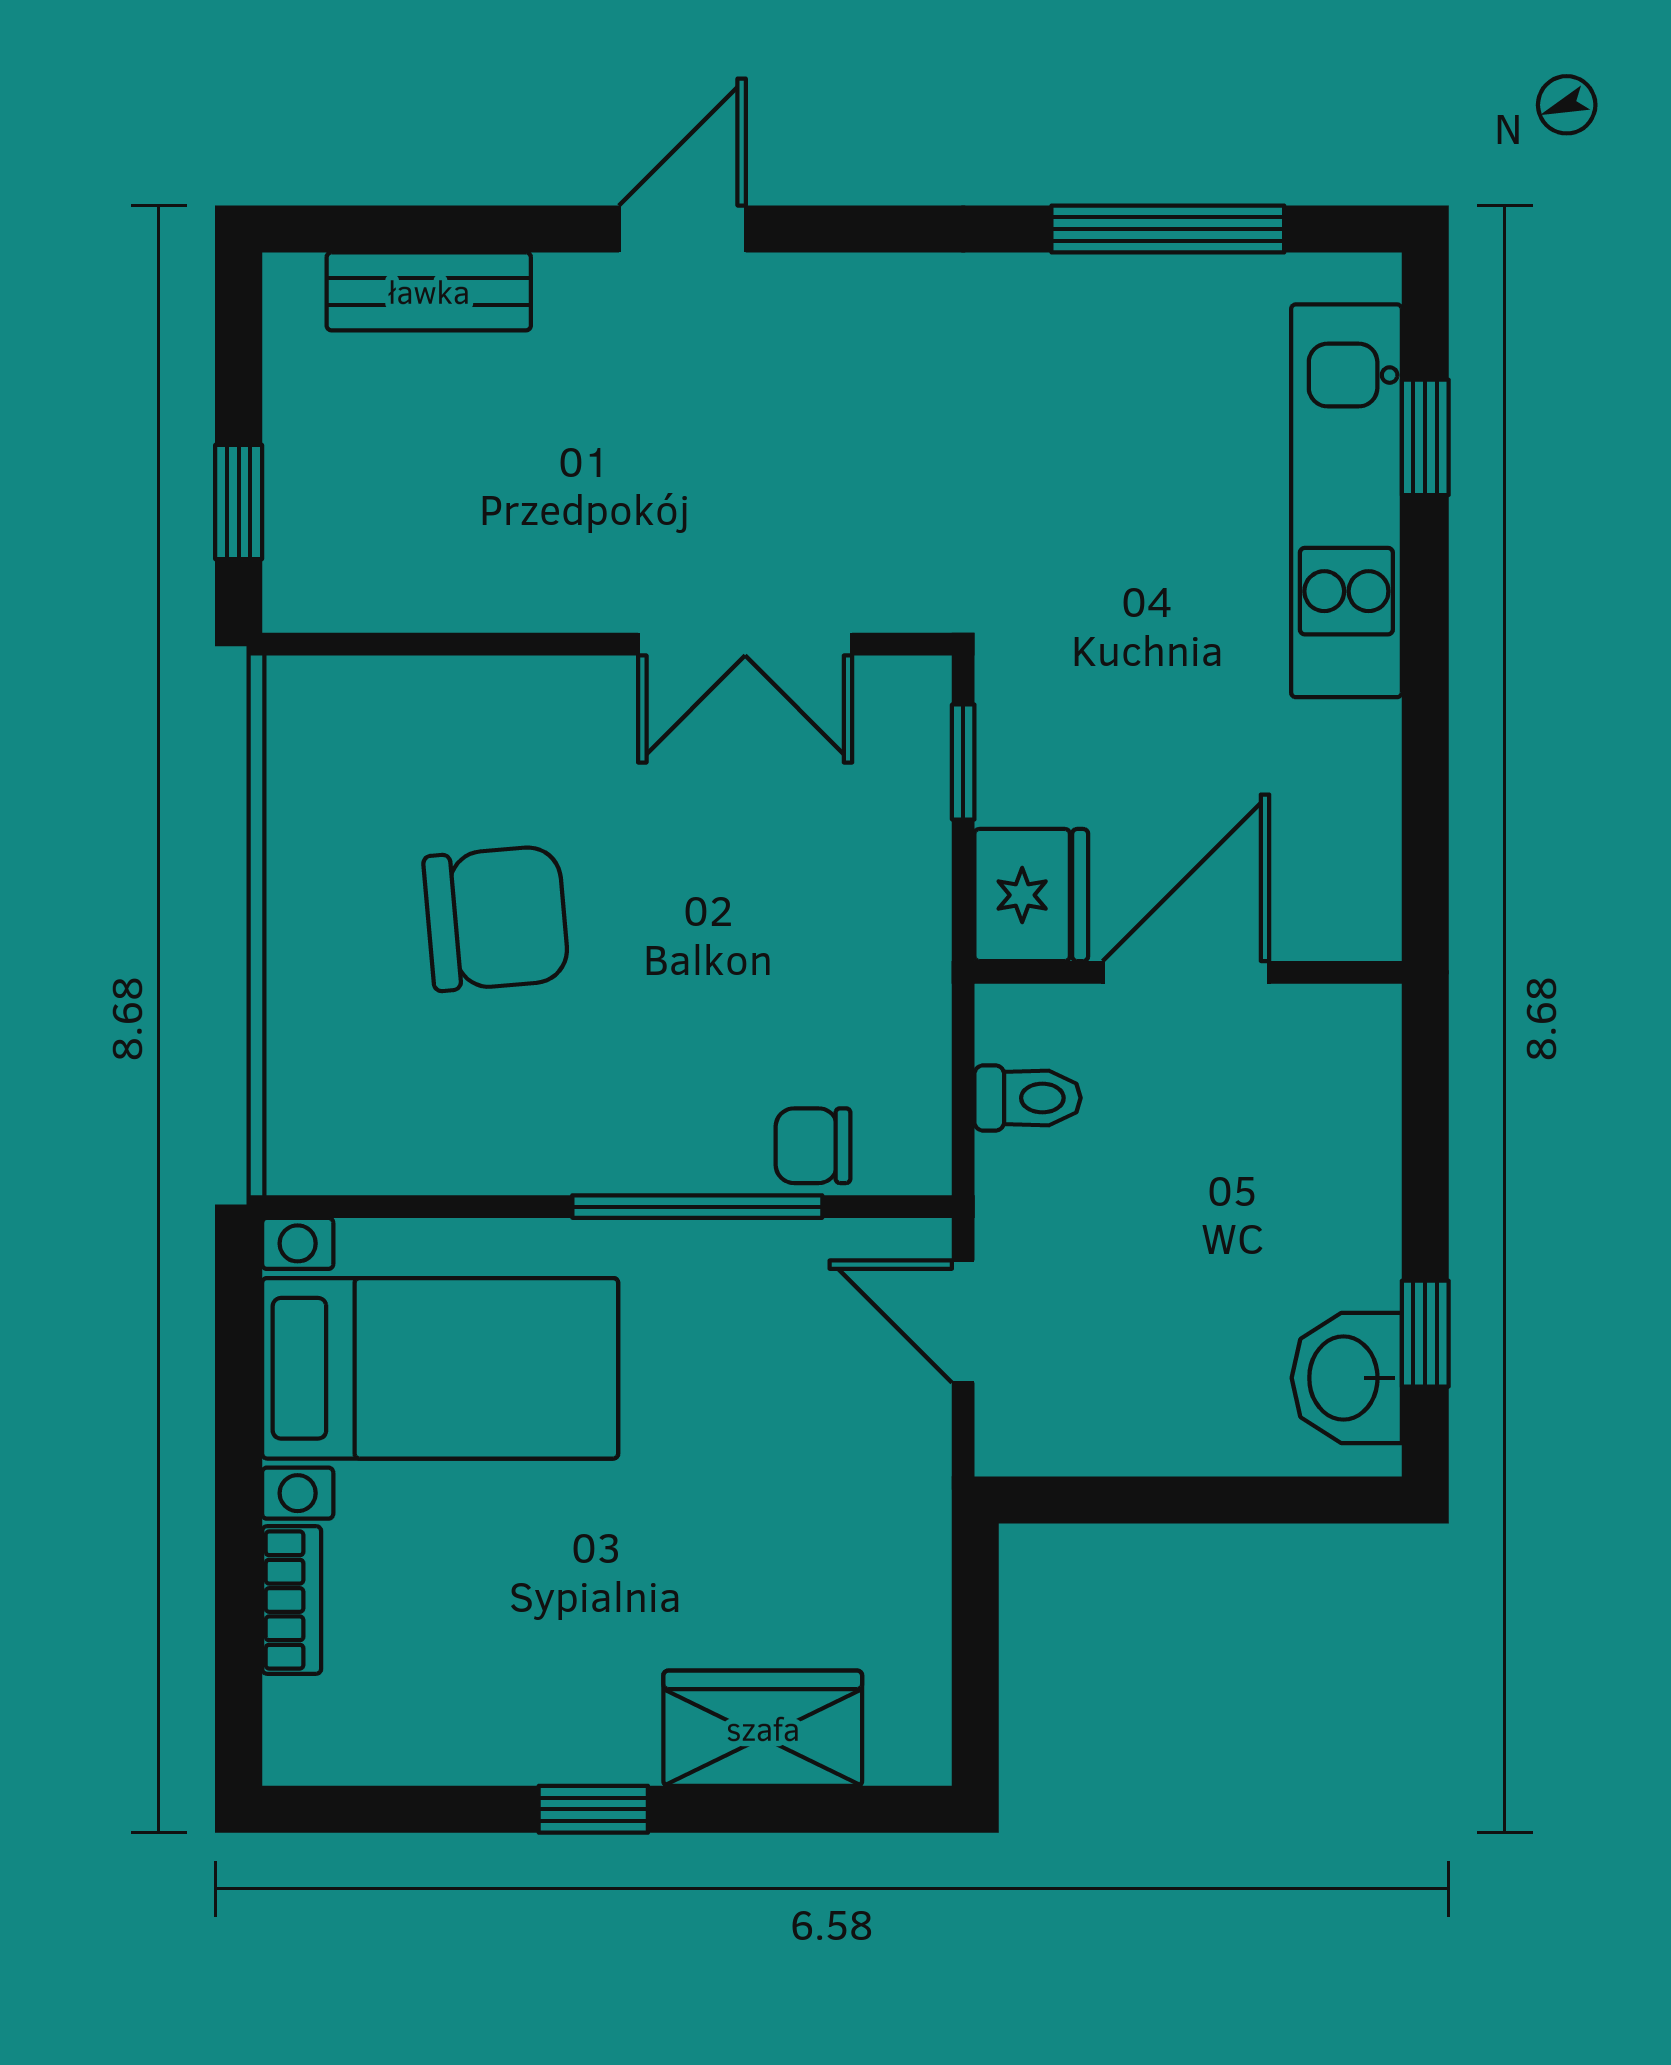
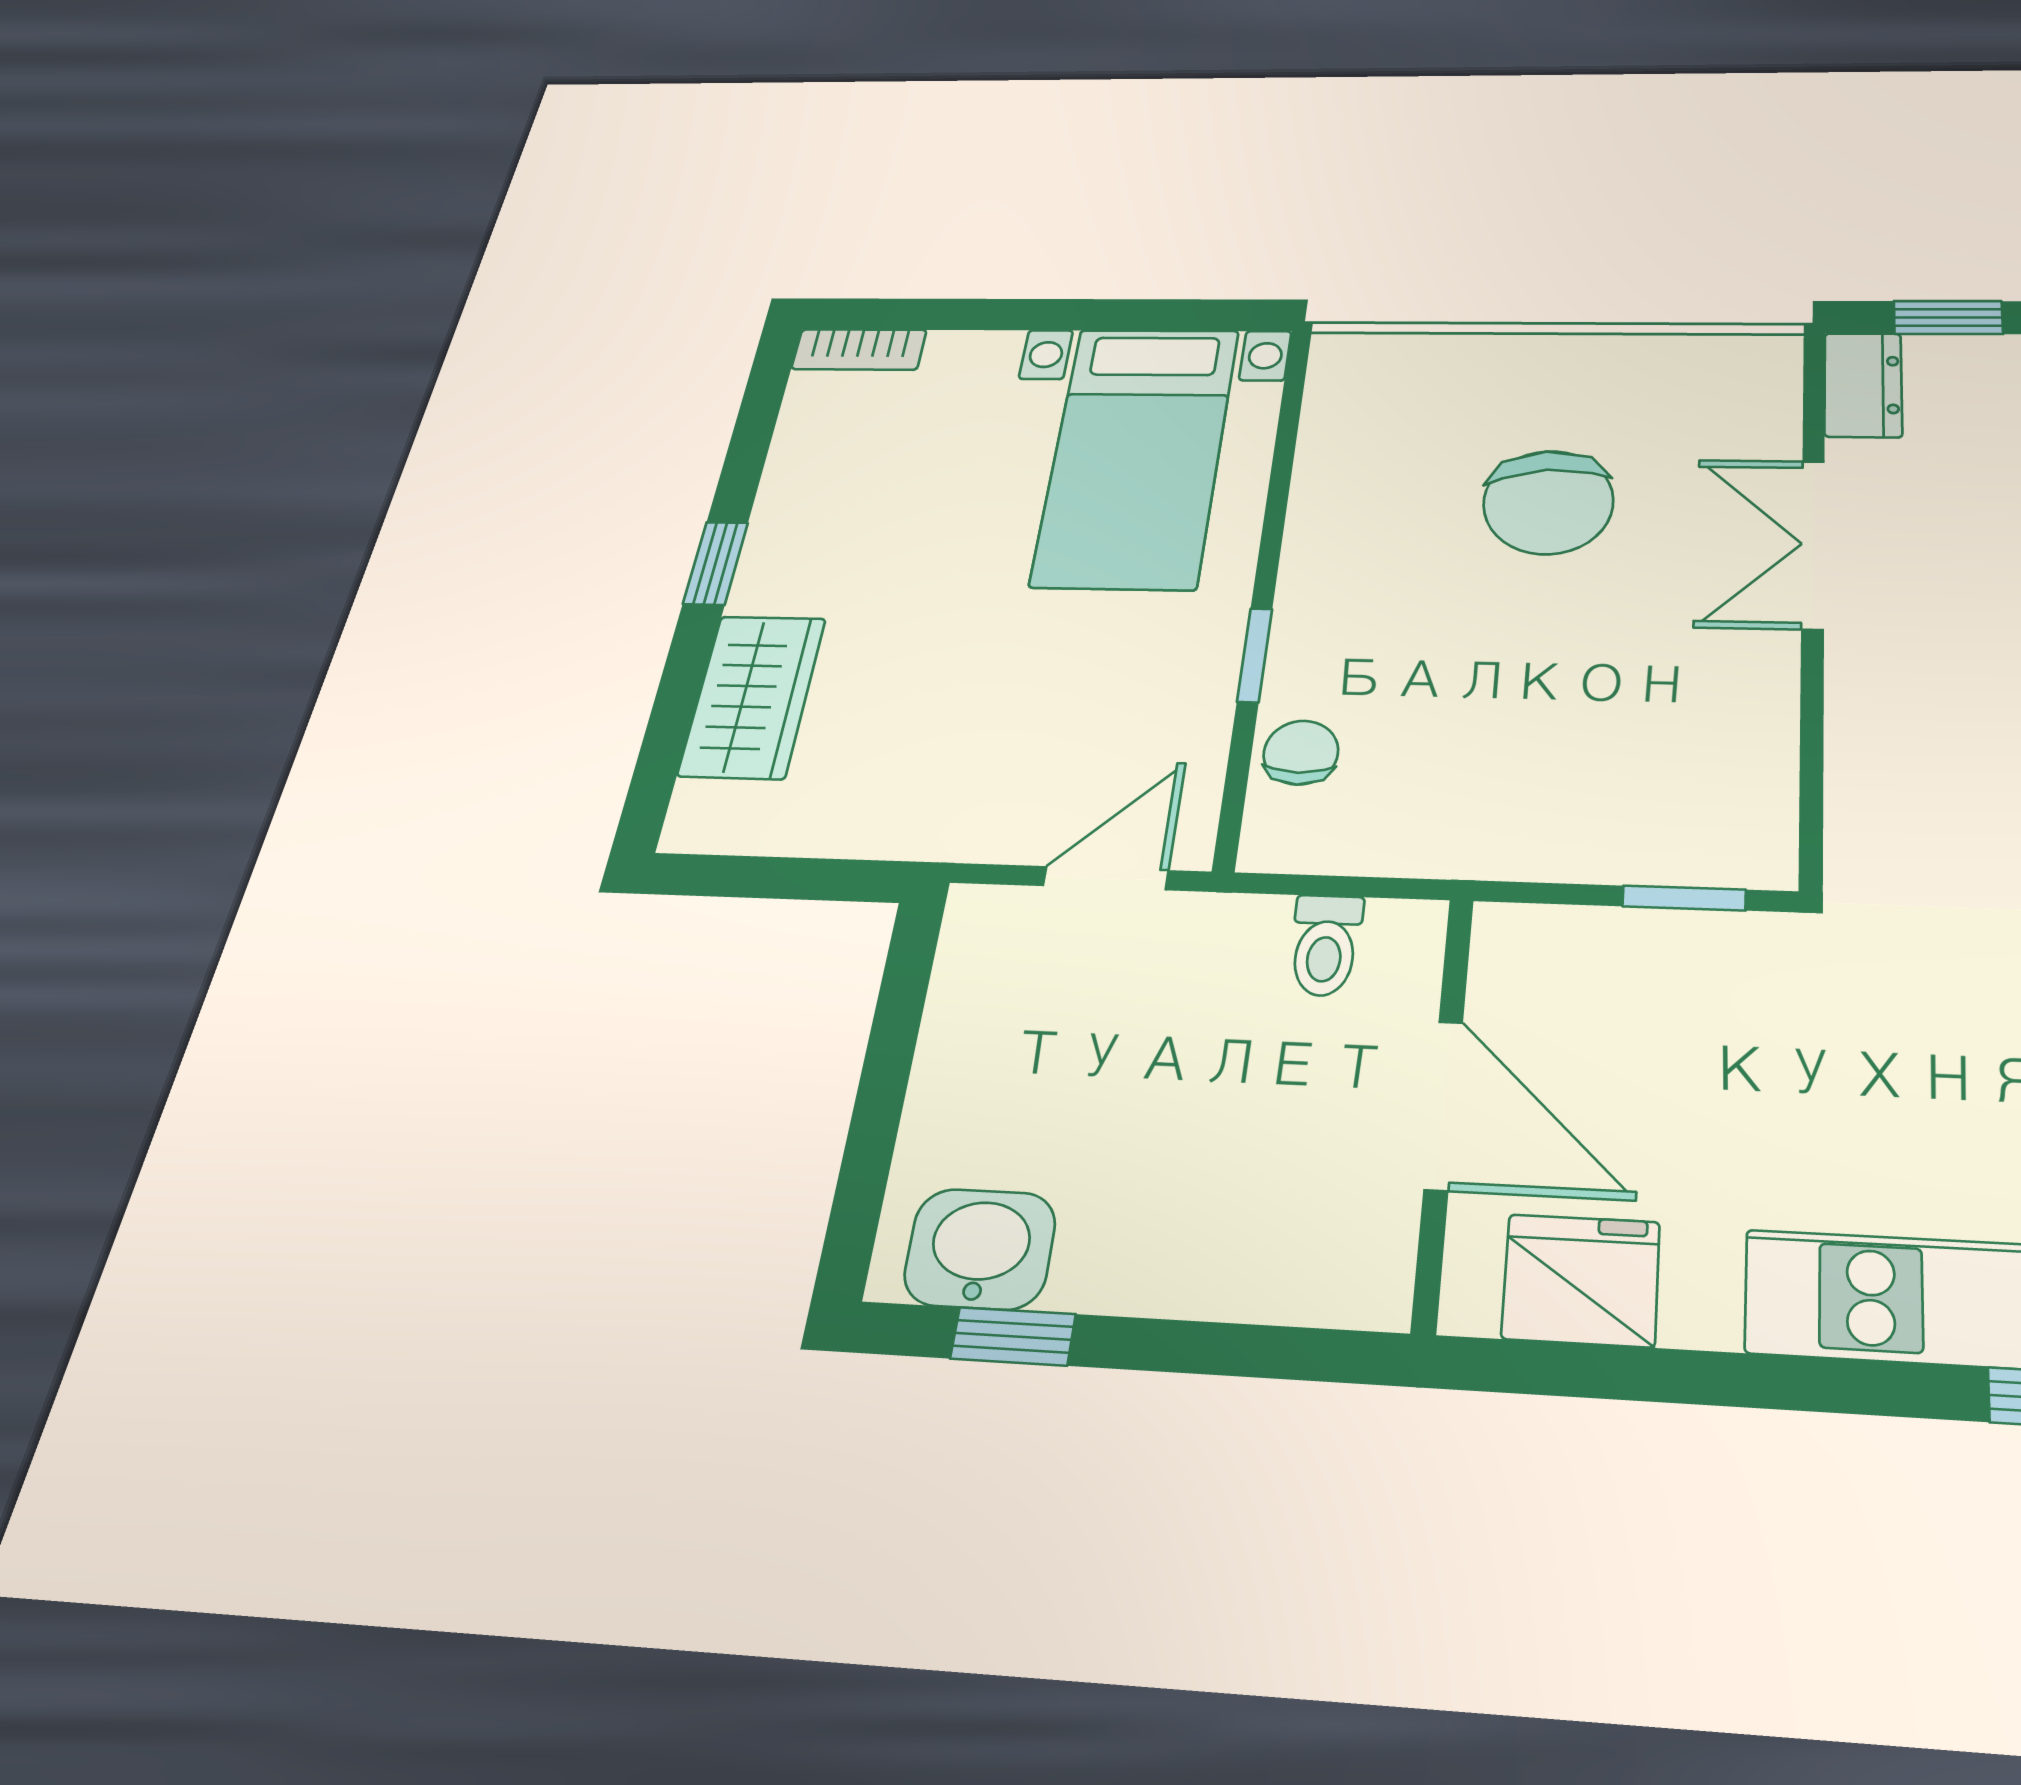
dresser: (333, 593) -> (1863, 385), added
double door: (745, 644) -> (1813, 544), moved
fridge: (1031, 895) -> (1581, 1280), moved, turned 180
window: (697, 1207) -> (1255, 655), width x0.46
bookcase: (292, 1600) -> (859, 349), moved

